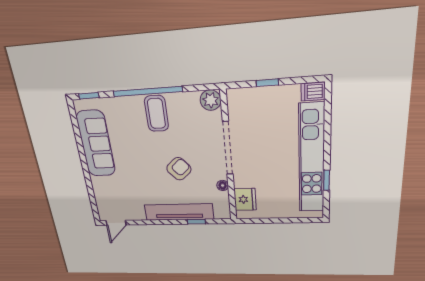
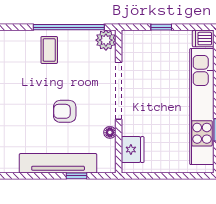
window: (148, 91) -> (69, 27), moved
coffee table: (156, 113) -> (49, 50), width x0.73, depth x0.77
armchair: (179, 169) -> (65, 111), turned -138

